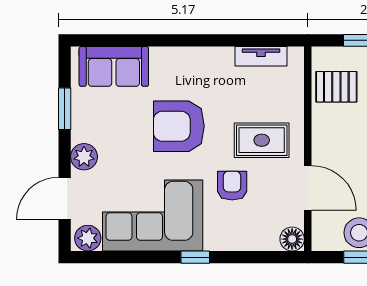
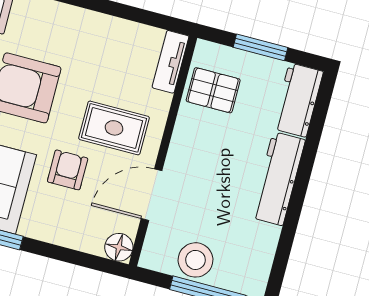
tv unit: (261, 56) -> (171, 62), moved, turned 90
door: (308, 188) -> (152, 195), swing flipped

